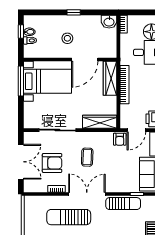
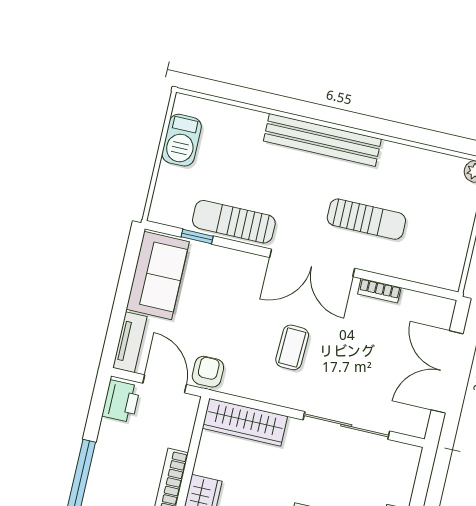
door: (136, 130) -> (165, 384), hinge flipped
armchair: (52, 163) -> (376, 353), removed
sun lounger: (69, 217) -> (366, 219), width x0.73, depth x0.75

